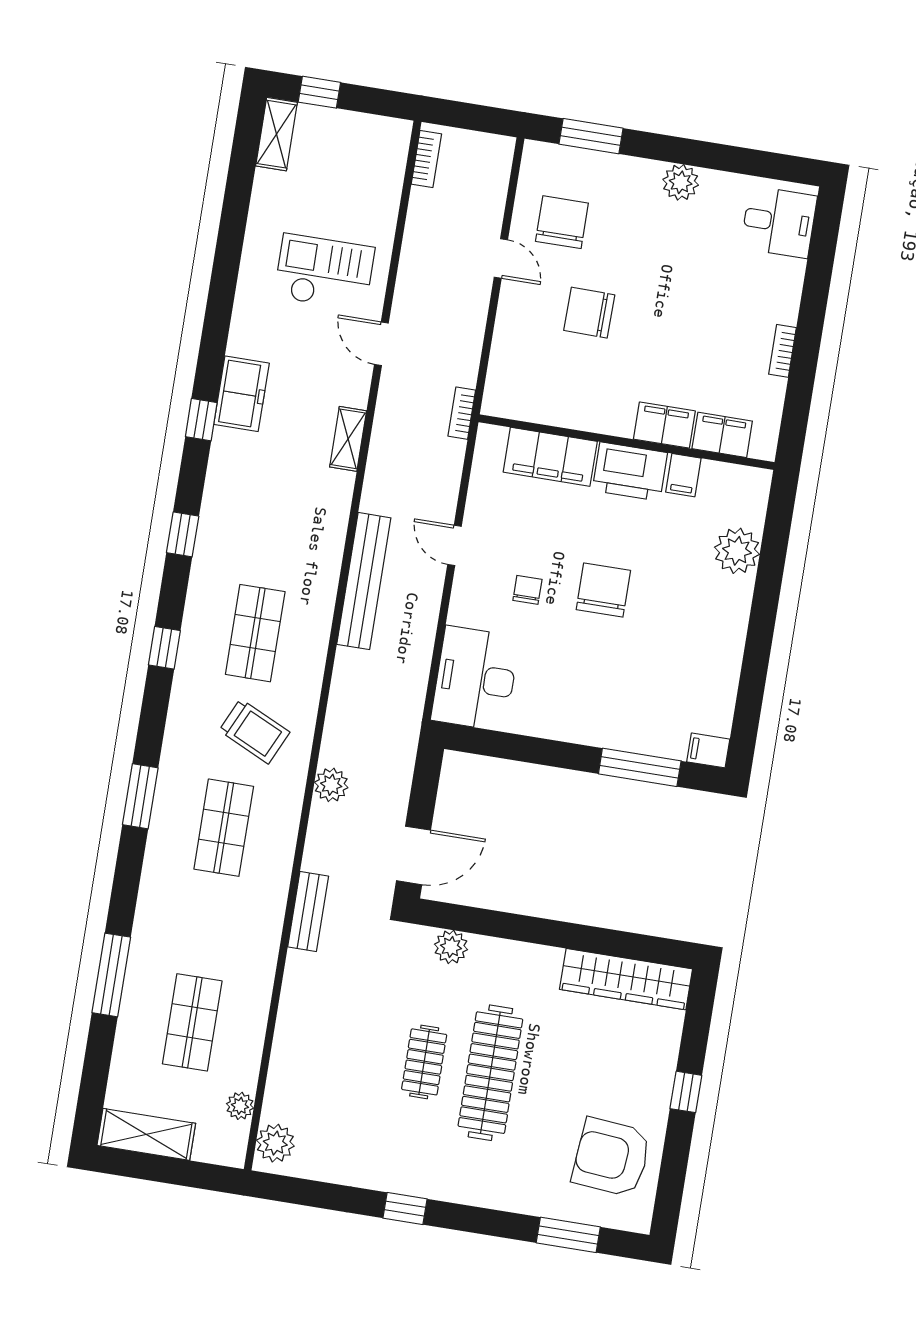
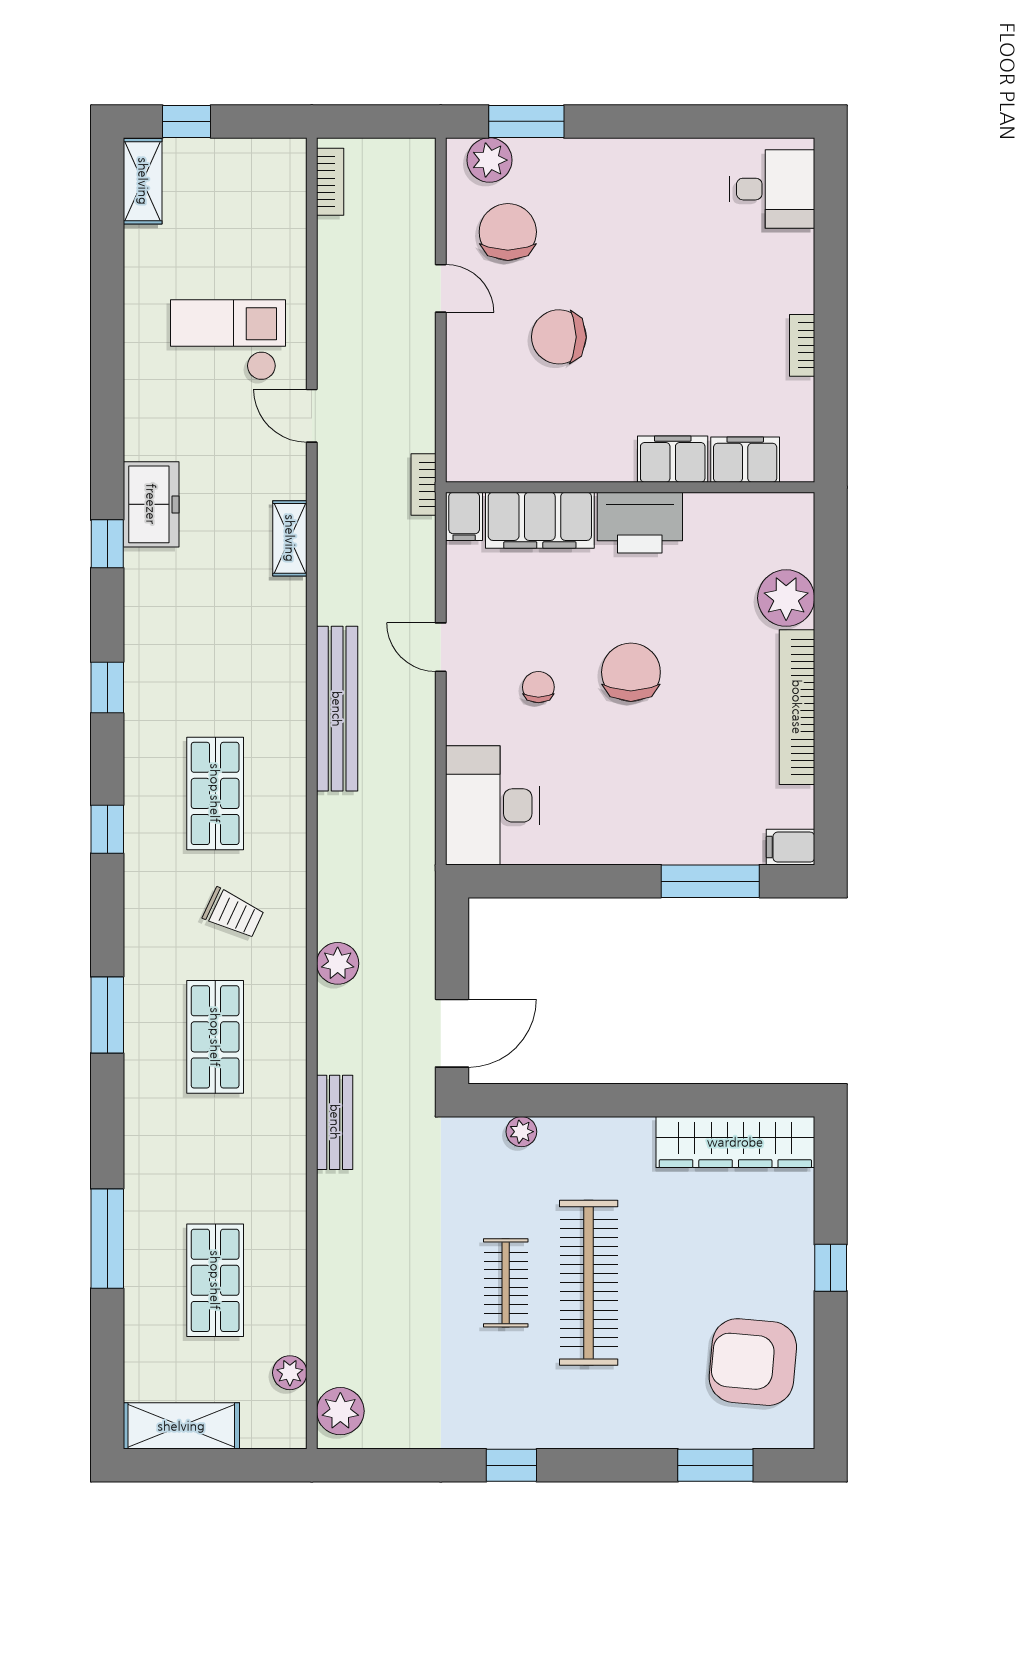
plant: (681, 182) -> (489, 160), moved
filing cabinet: (683, 475) -> (464, 516), moved
bookcase: (732, 639) -> (797, 707), added
trolley: (254, 731) -> (233, 913), width x0.73, depth x0.72
plant: (451, 947) -> (521, 1132), width x0.73, depth x0.73

